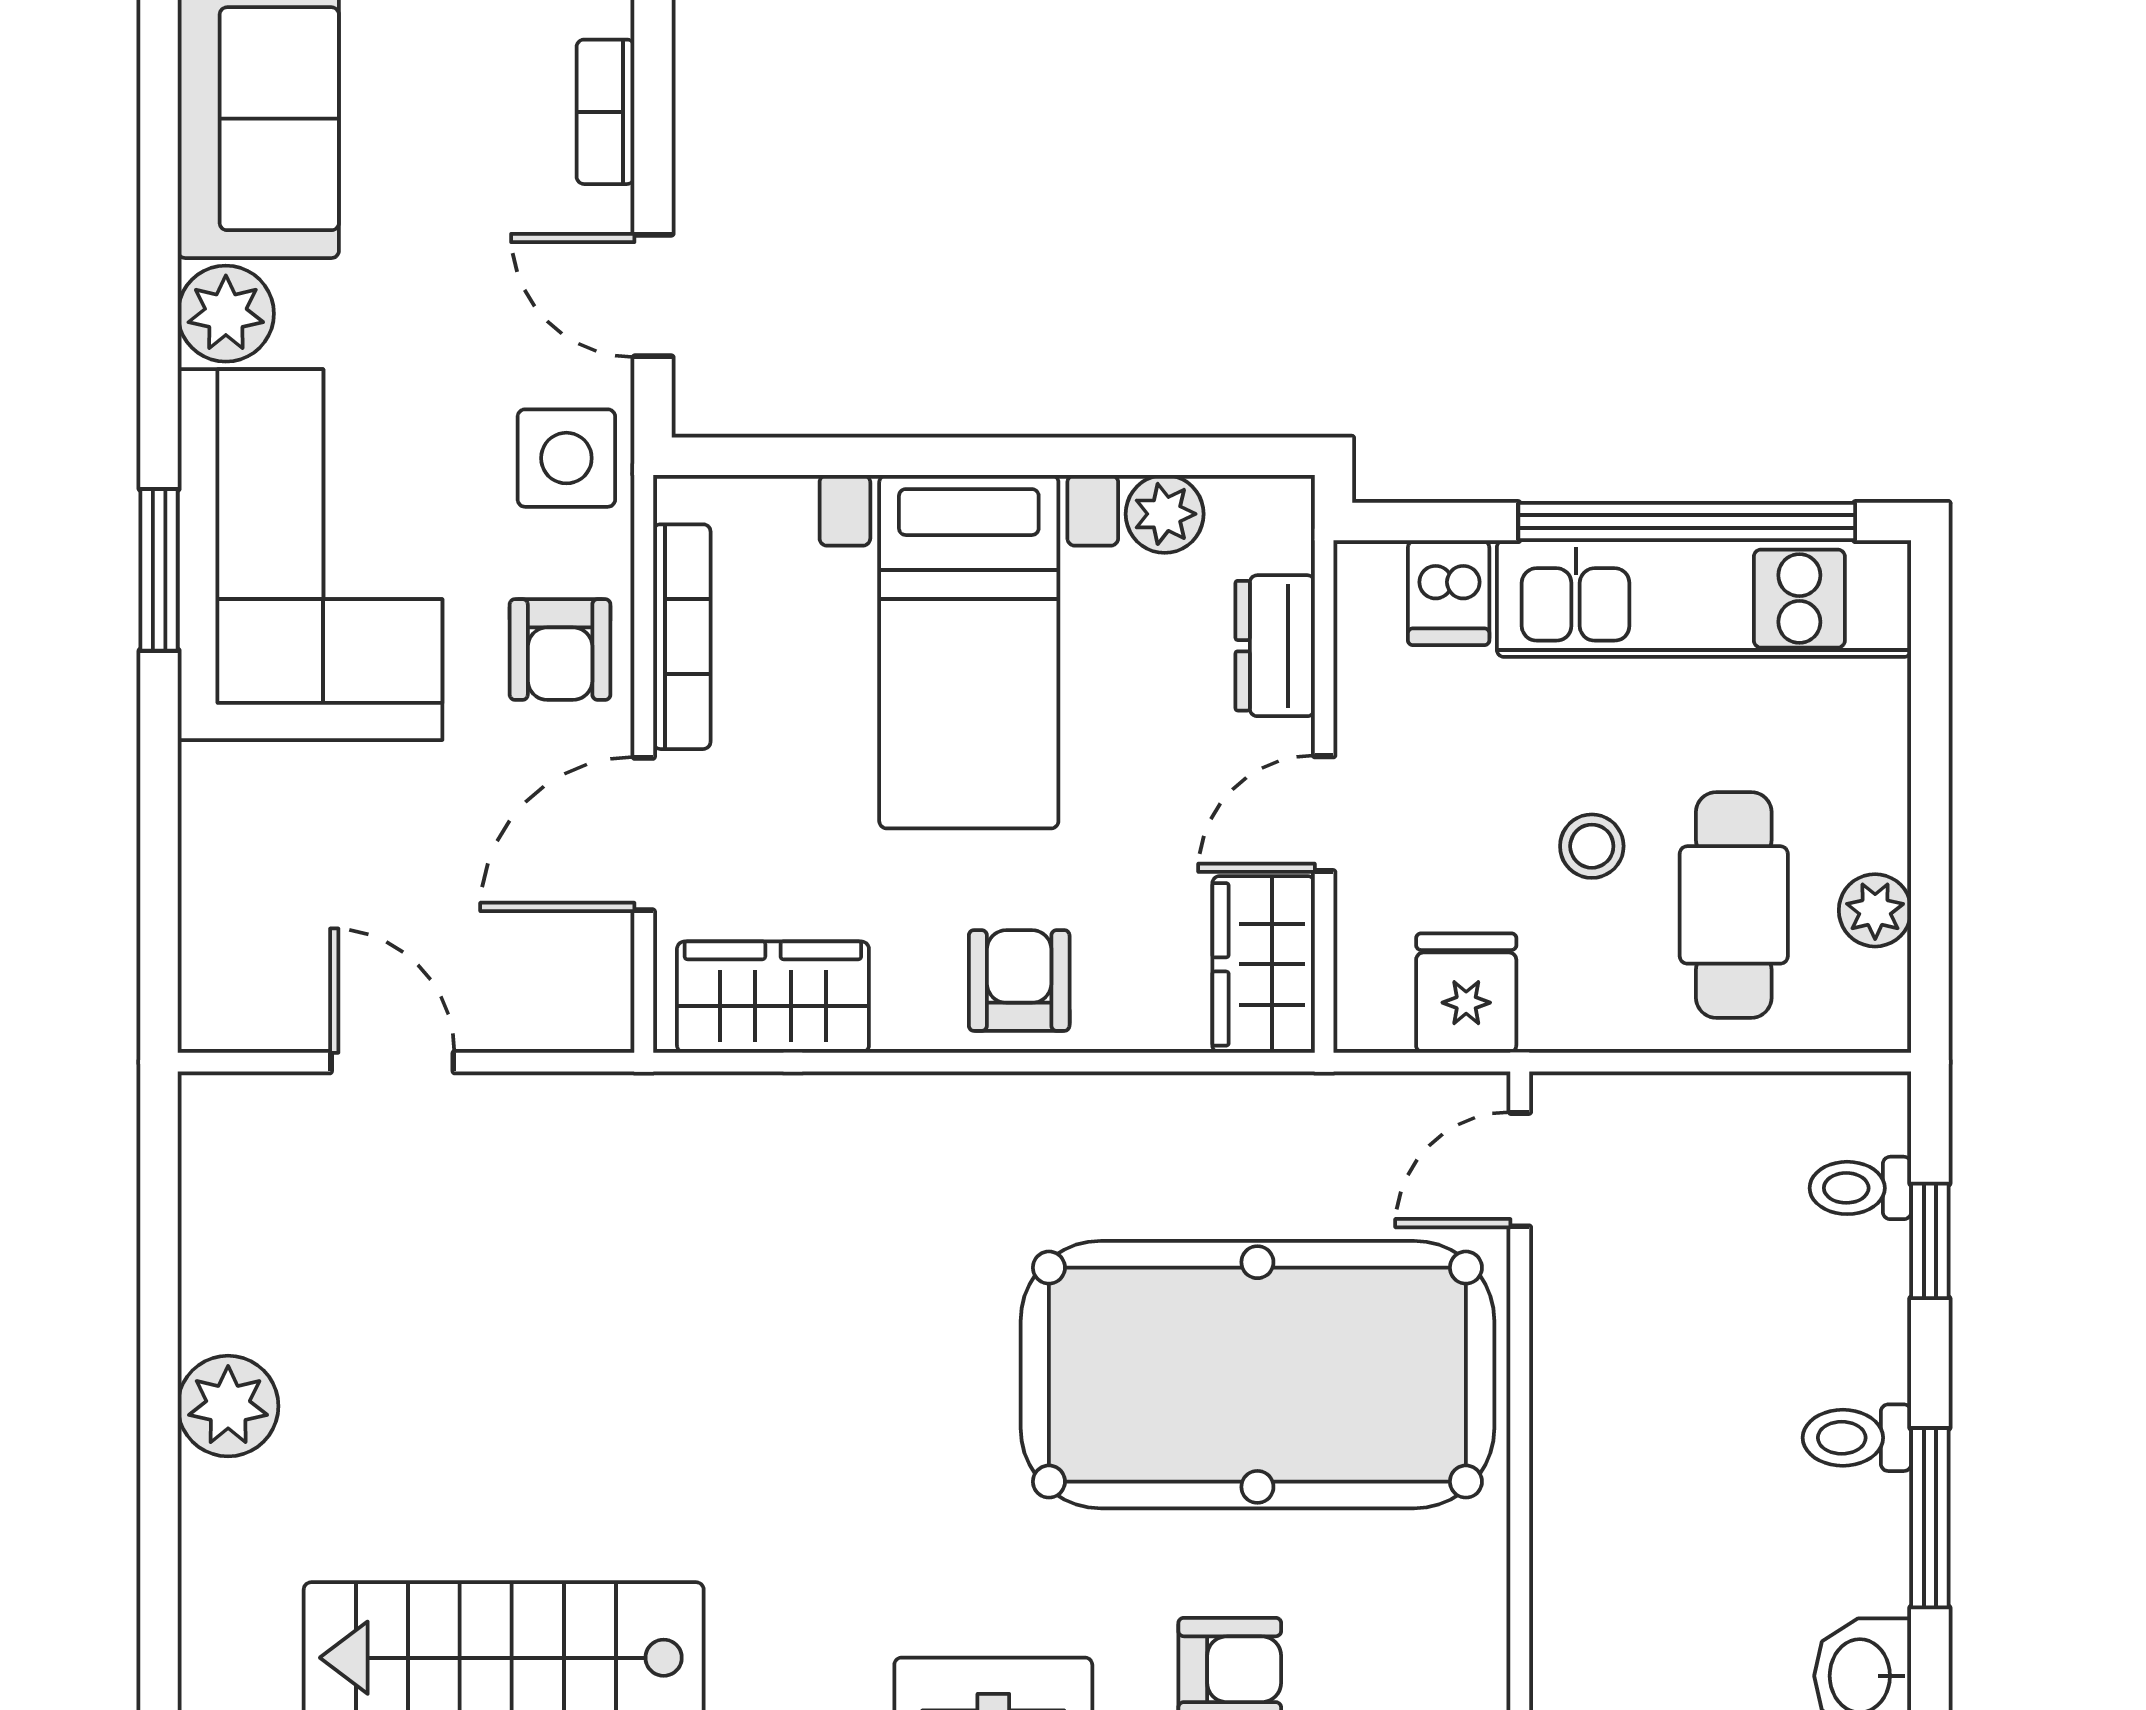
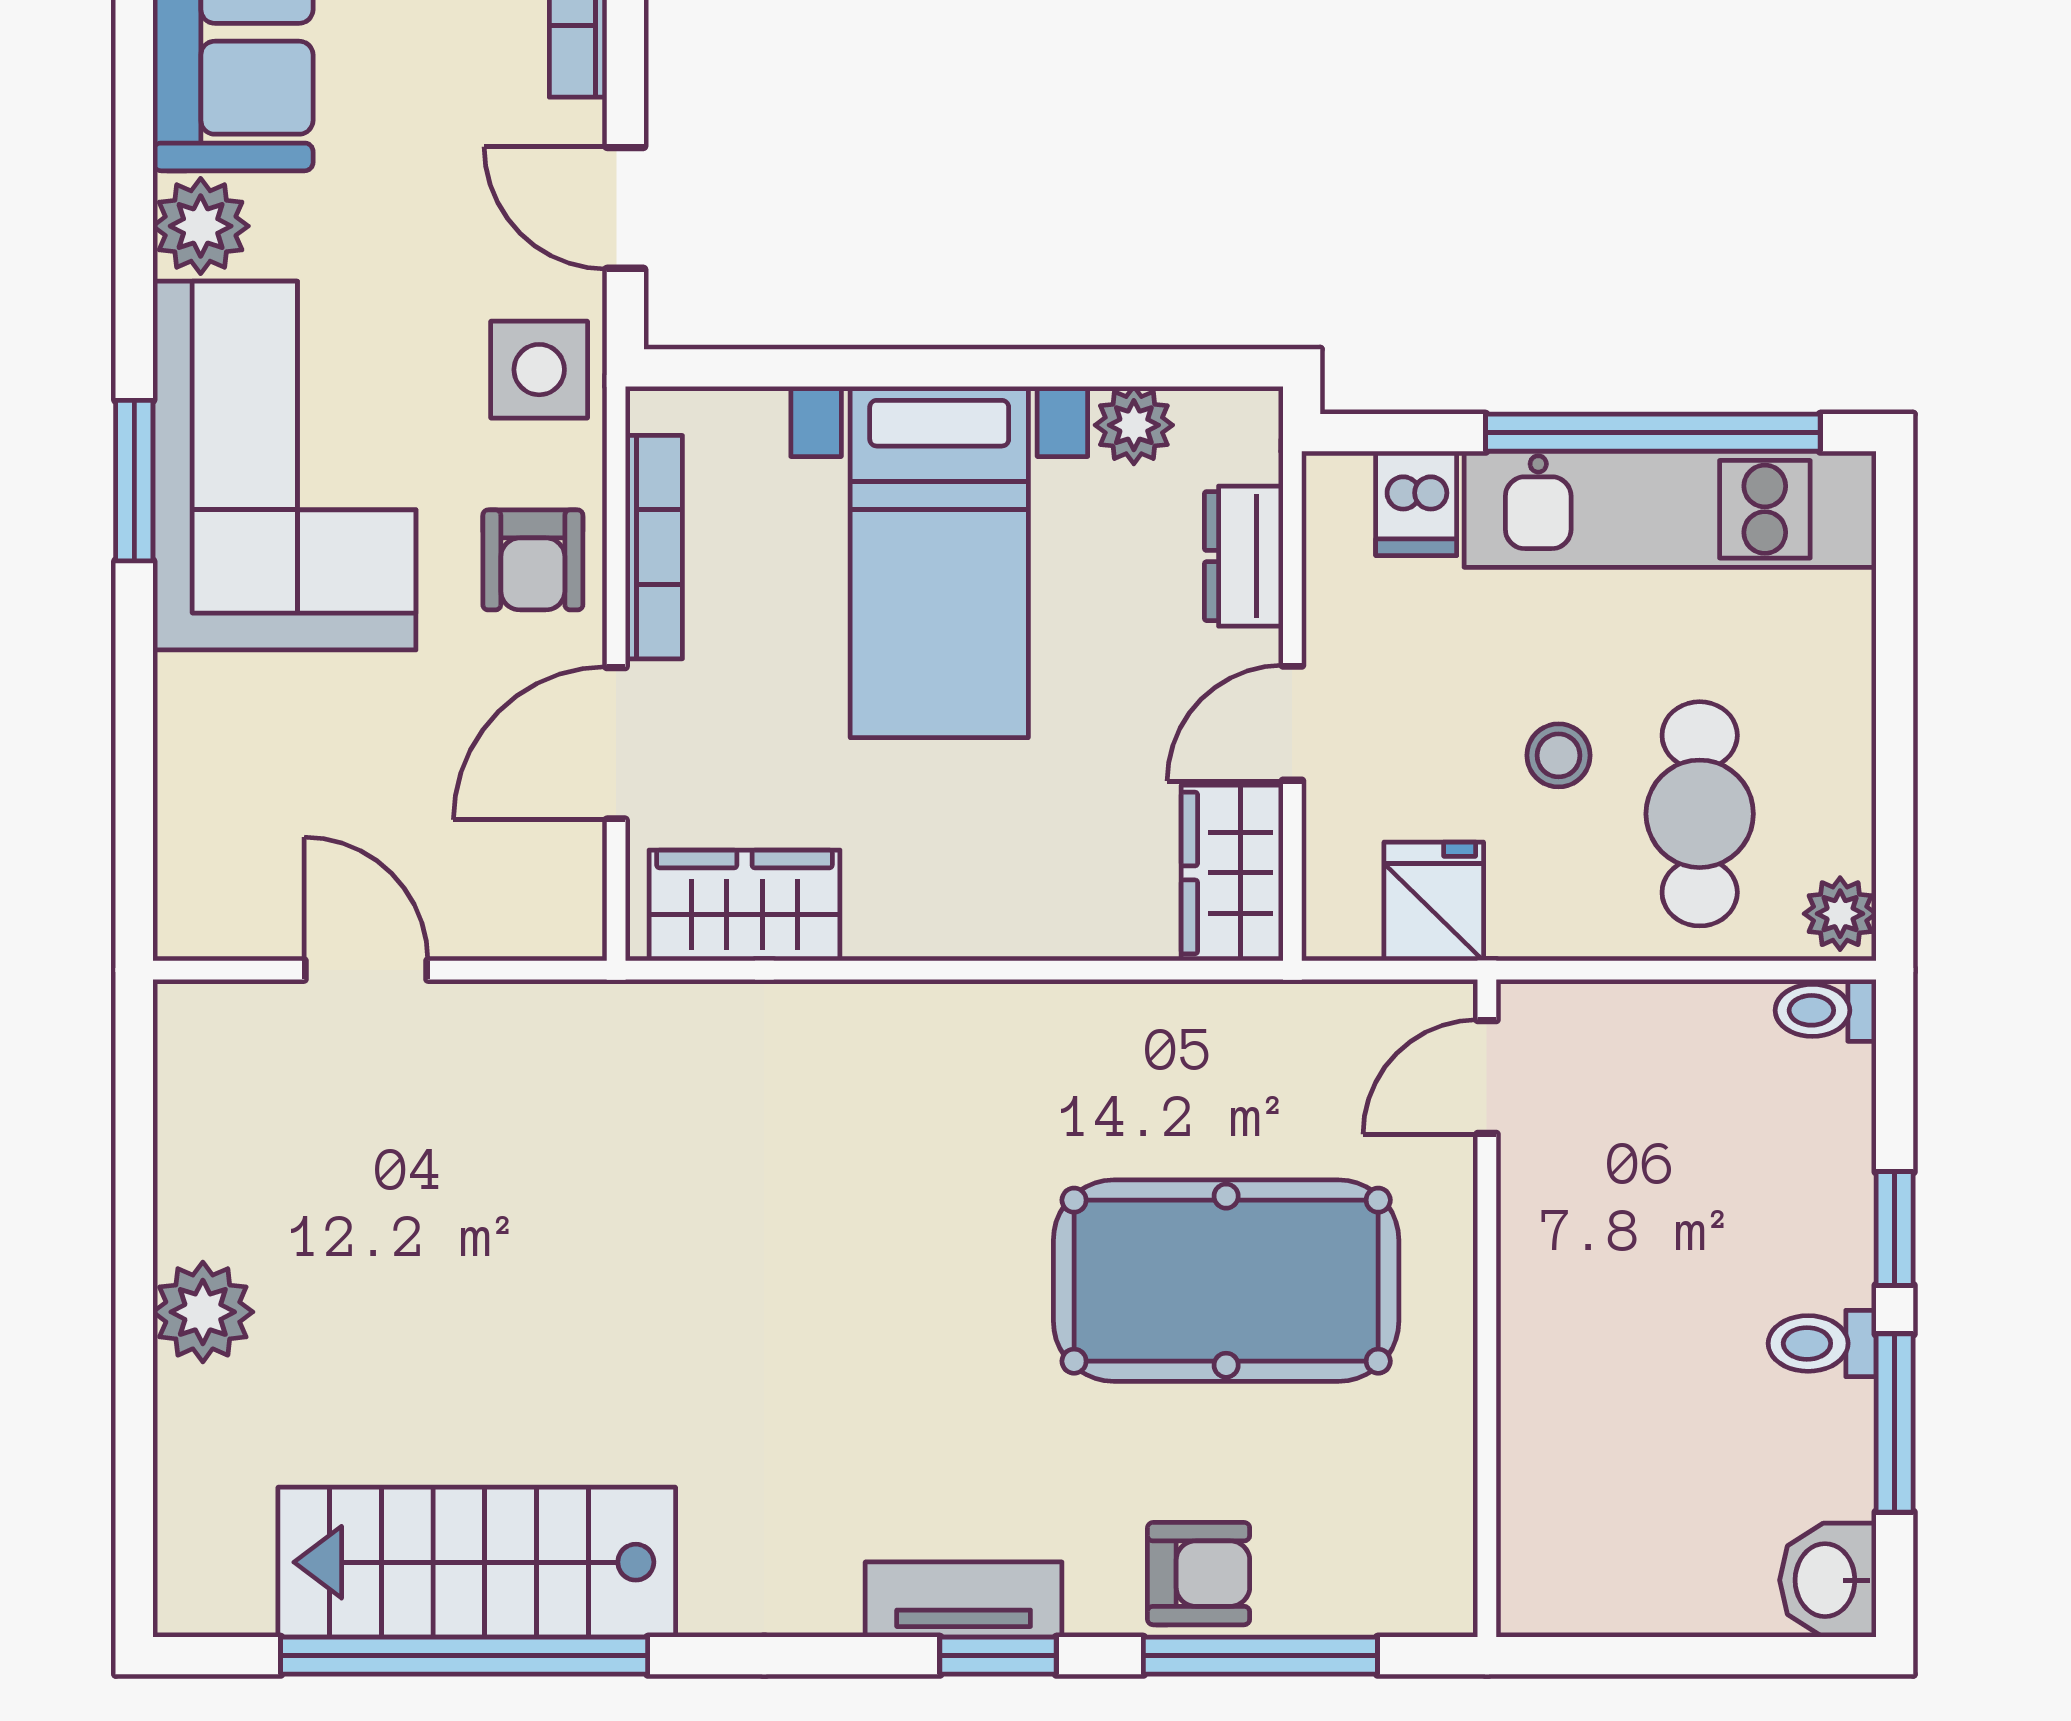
plant: (1875, 910) -> (1840, 914), moved
armchair: (1019, 981) -> (989, 889), removed
toilet: (1860, 1188) -> (1826, 1010), moved
window: (1930, 1241) -> (1895, 1229), moved
pool table: (1257, 1375) -> (1226, 1281), width x0.73, depth x0.76

